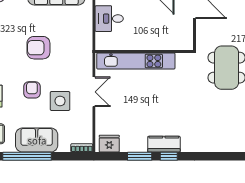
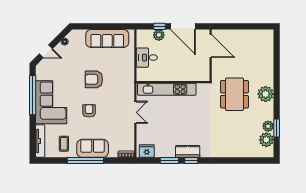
side table: (60, 101) -> (110, 119), removed

